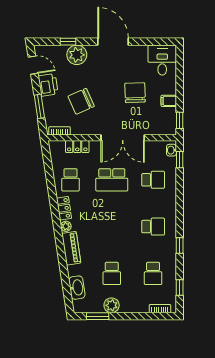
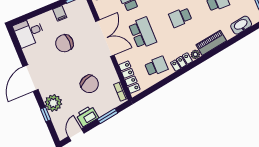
locker: (77, 147) -> (129, 77), width x1.53
school desk: (112, 227) -> (180, 17), added

